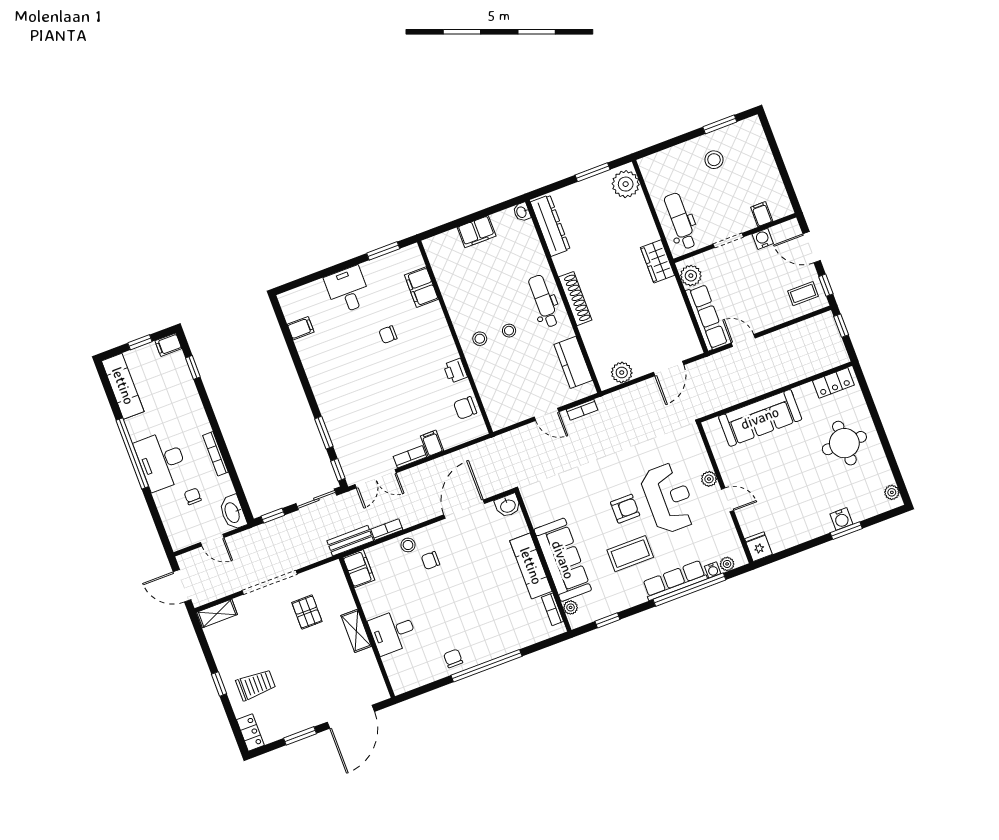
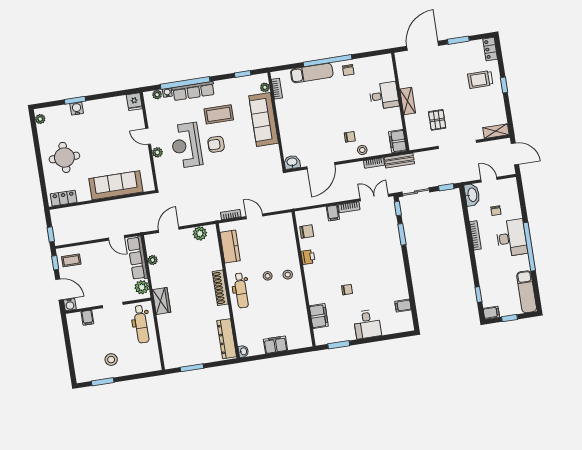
plant: (626, 184) -> (153, 260), moved, width x0.53, depth x0.53
water cooler: (763, 239) -> (70, 305), moved
exam couch: (531, 566) -> (312, 73), moved, turned 90

